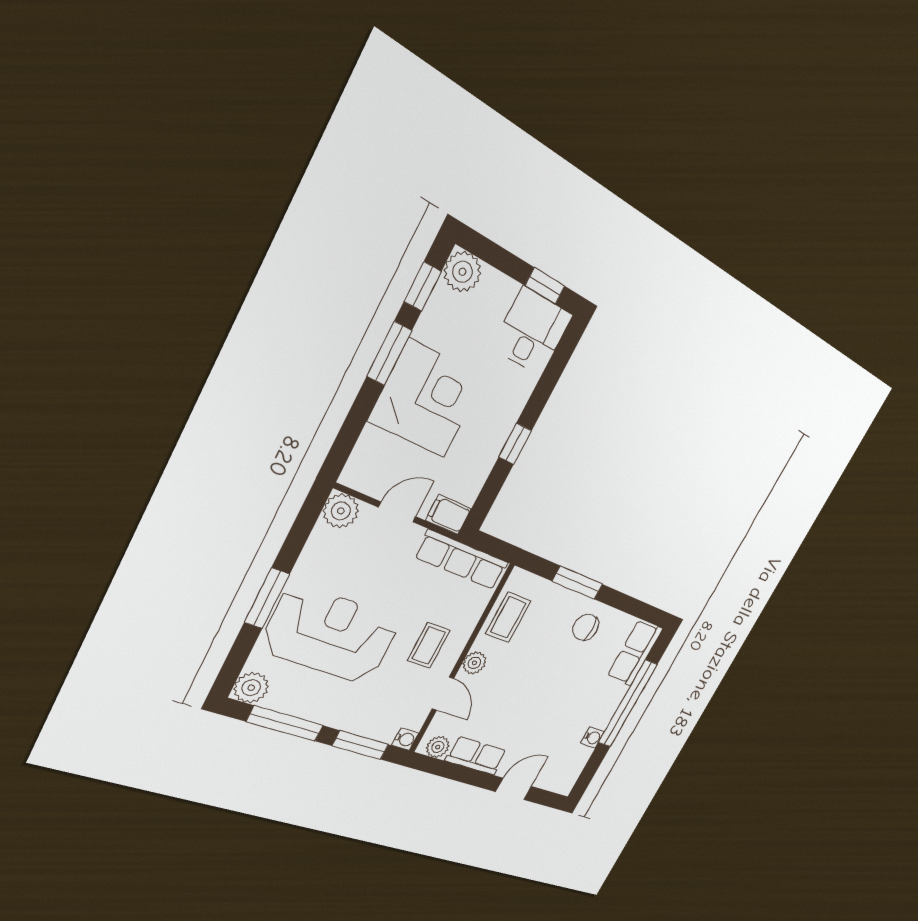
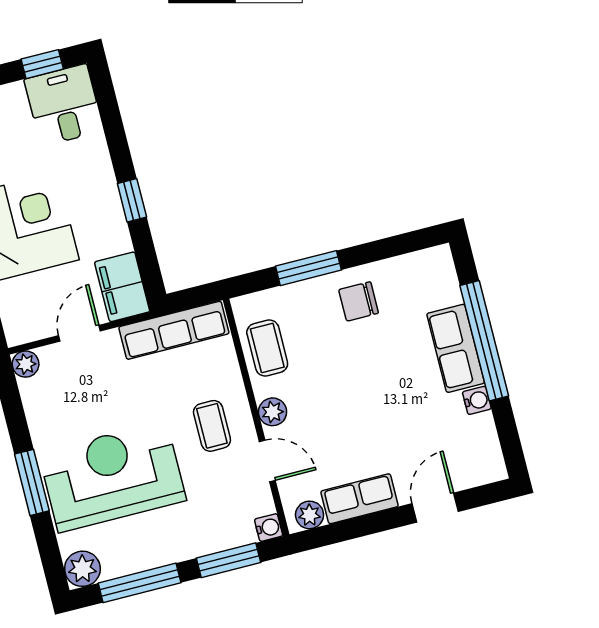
plant: (341, 511) -> (26, 364), width x0.73, depth x0.73
filing cabinet: (448, 514) -> (122, 287), width x2.00
row of seats: (635, 653) -> (456, 348), moved

